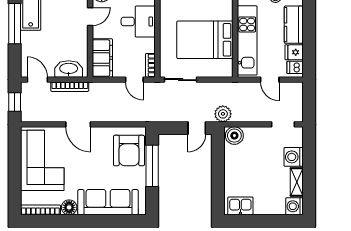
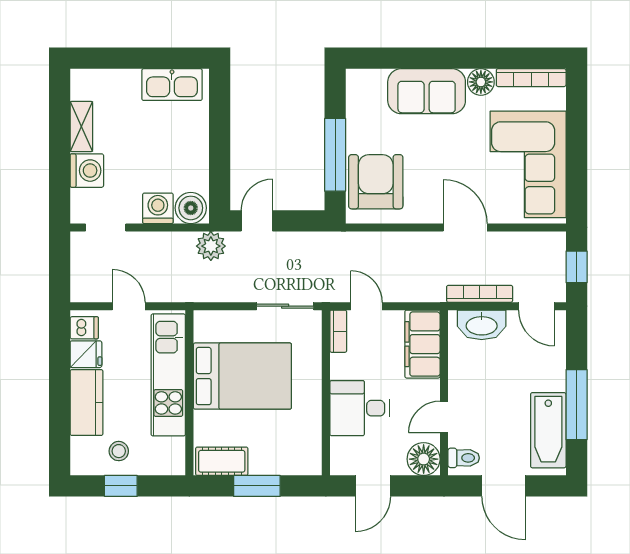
sofa: (108, 202) -> (427, 91), width x0.73
kitchen sink: (240, 206) -> (172, 85), width x1.38
washing machine: (294, 206) -> (158, 208), moved, turned -90

